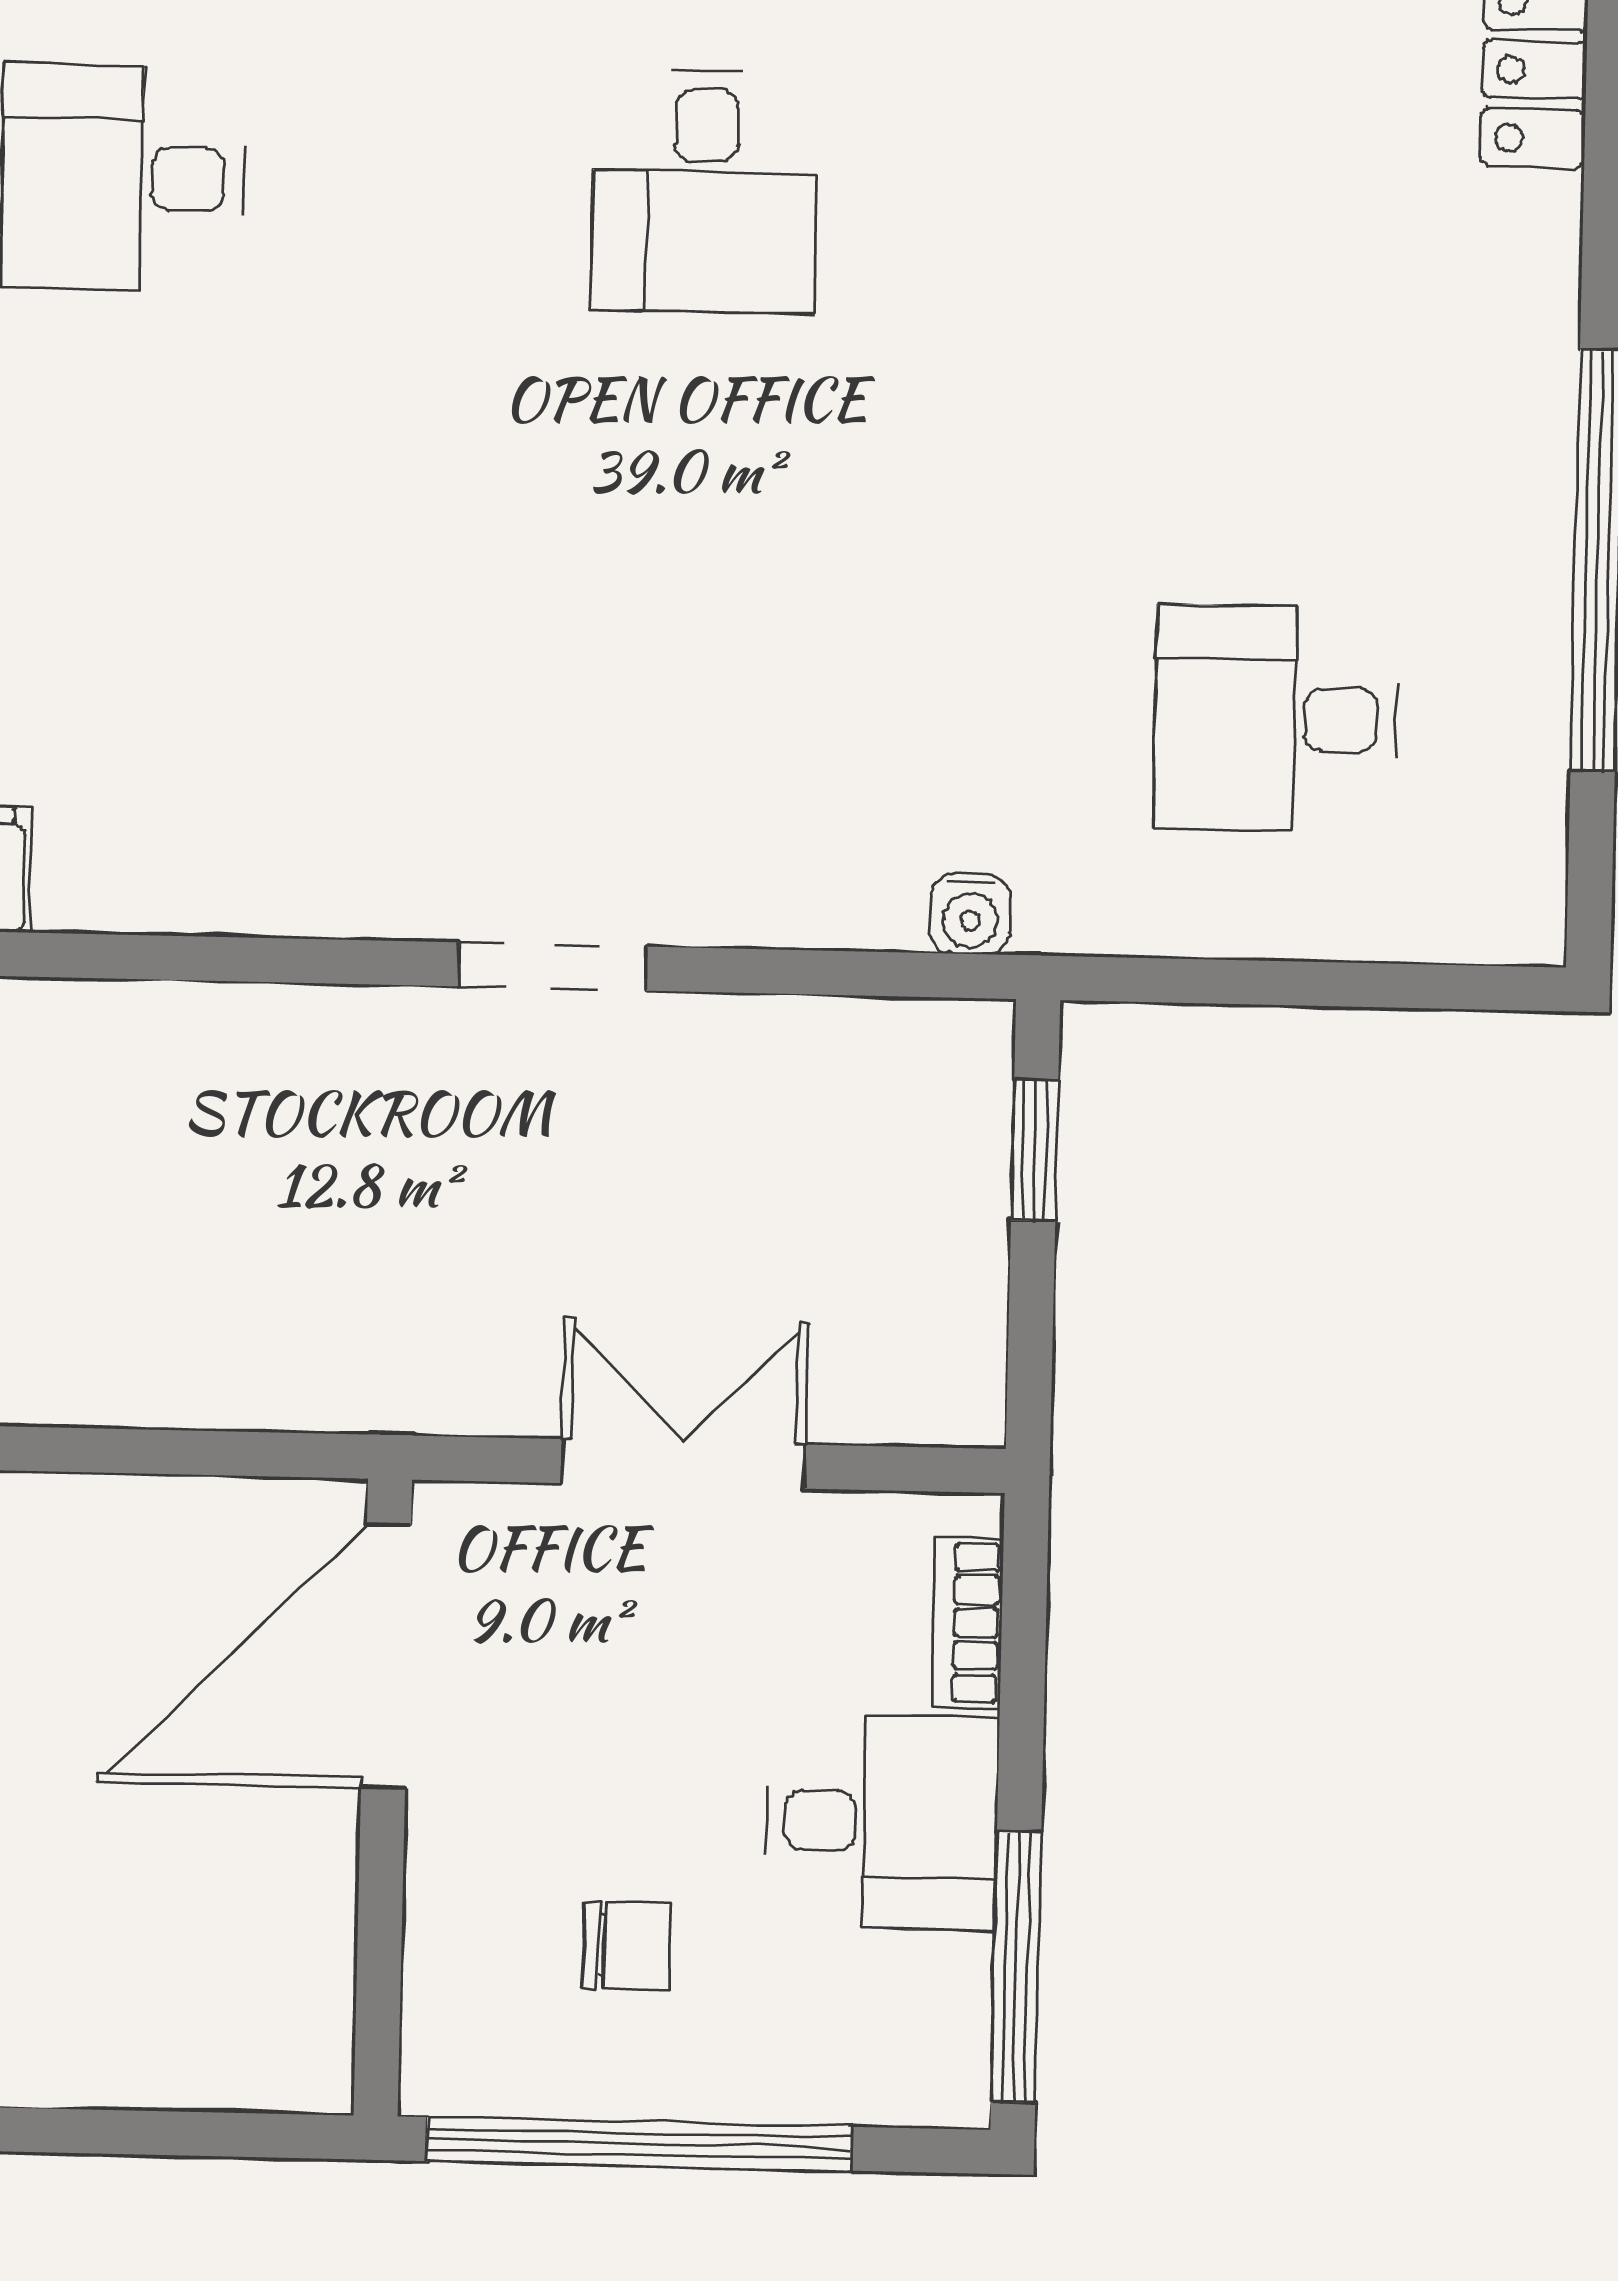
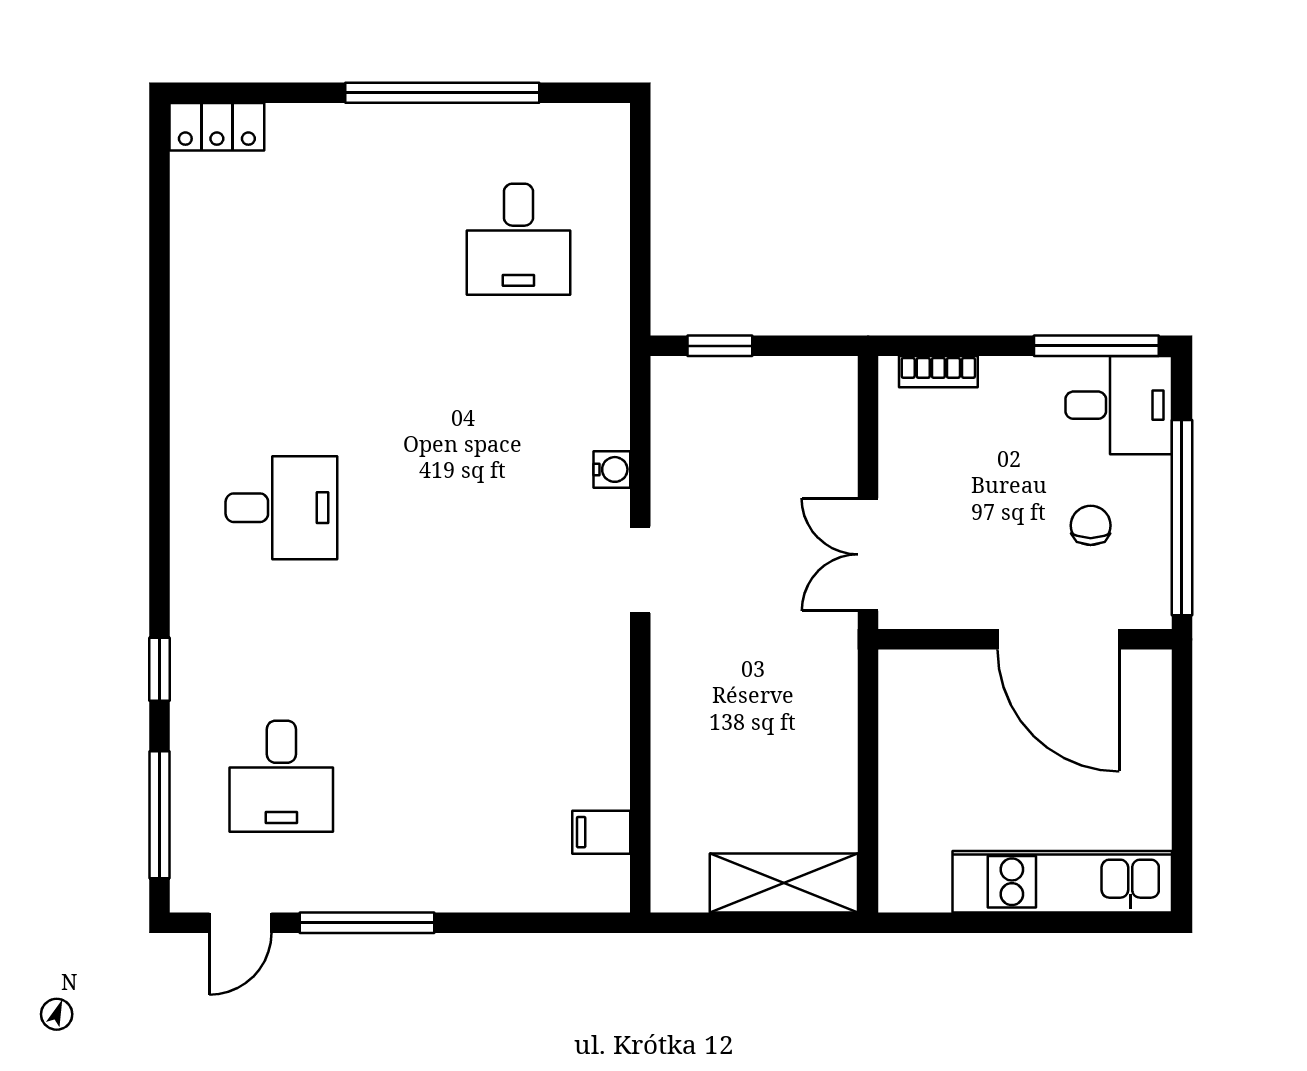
water cooler: (970, 914) -> (612, 469), moved
double door: (683, 1464) -> (868, 554), moved
door: (386, 1657) -> (1058, 639), moved
desk: (882, 1822) -> (1119, 405), moved, turned 90

